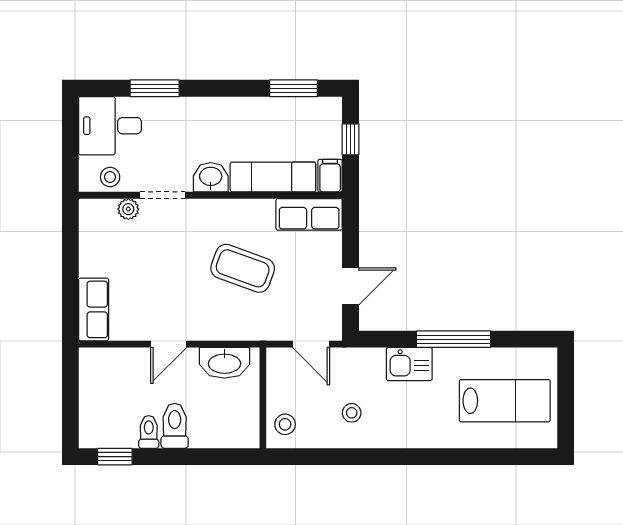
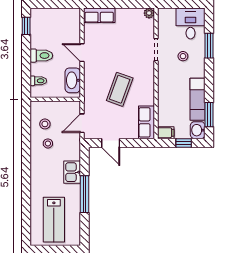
stool: (110, 177) -> (183, 56), moved
washbasin: (211, 177) -> (198, 130), moved, turned 180
exam couch: (273, 177) -> (198, 99), moved, turned 180
plant: (128, 209) -> (149, 13), moved
stool: (285, 424) -> (45, 124), moved
toilet: (149, 432) -> (38, 81), moved

